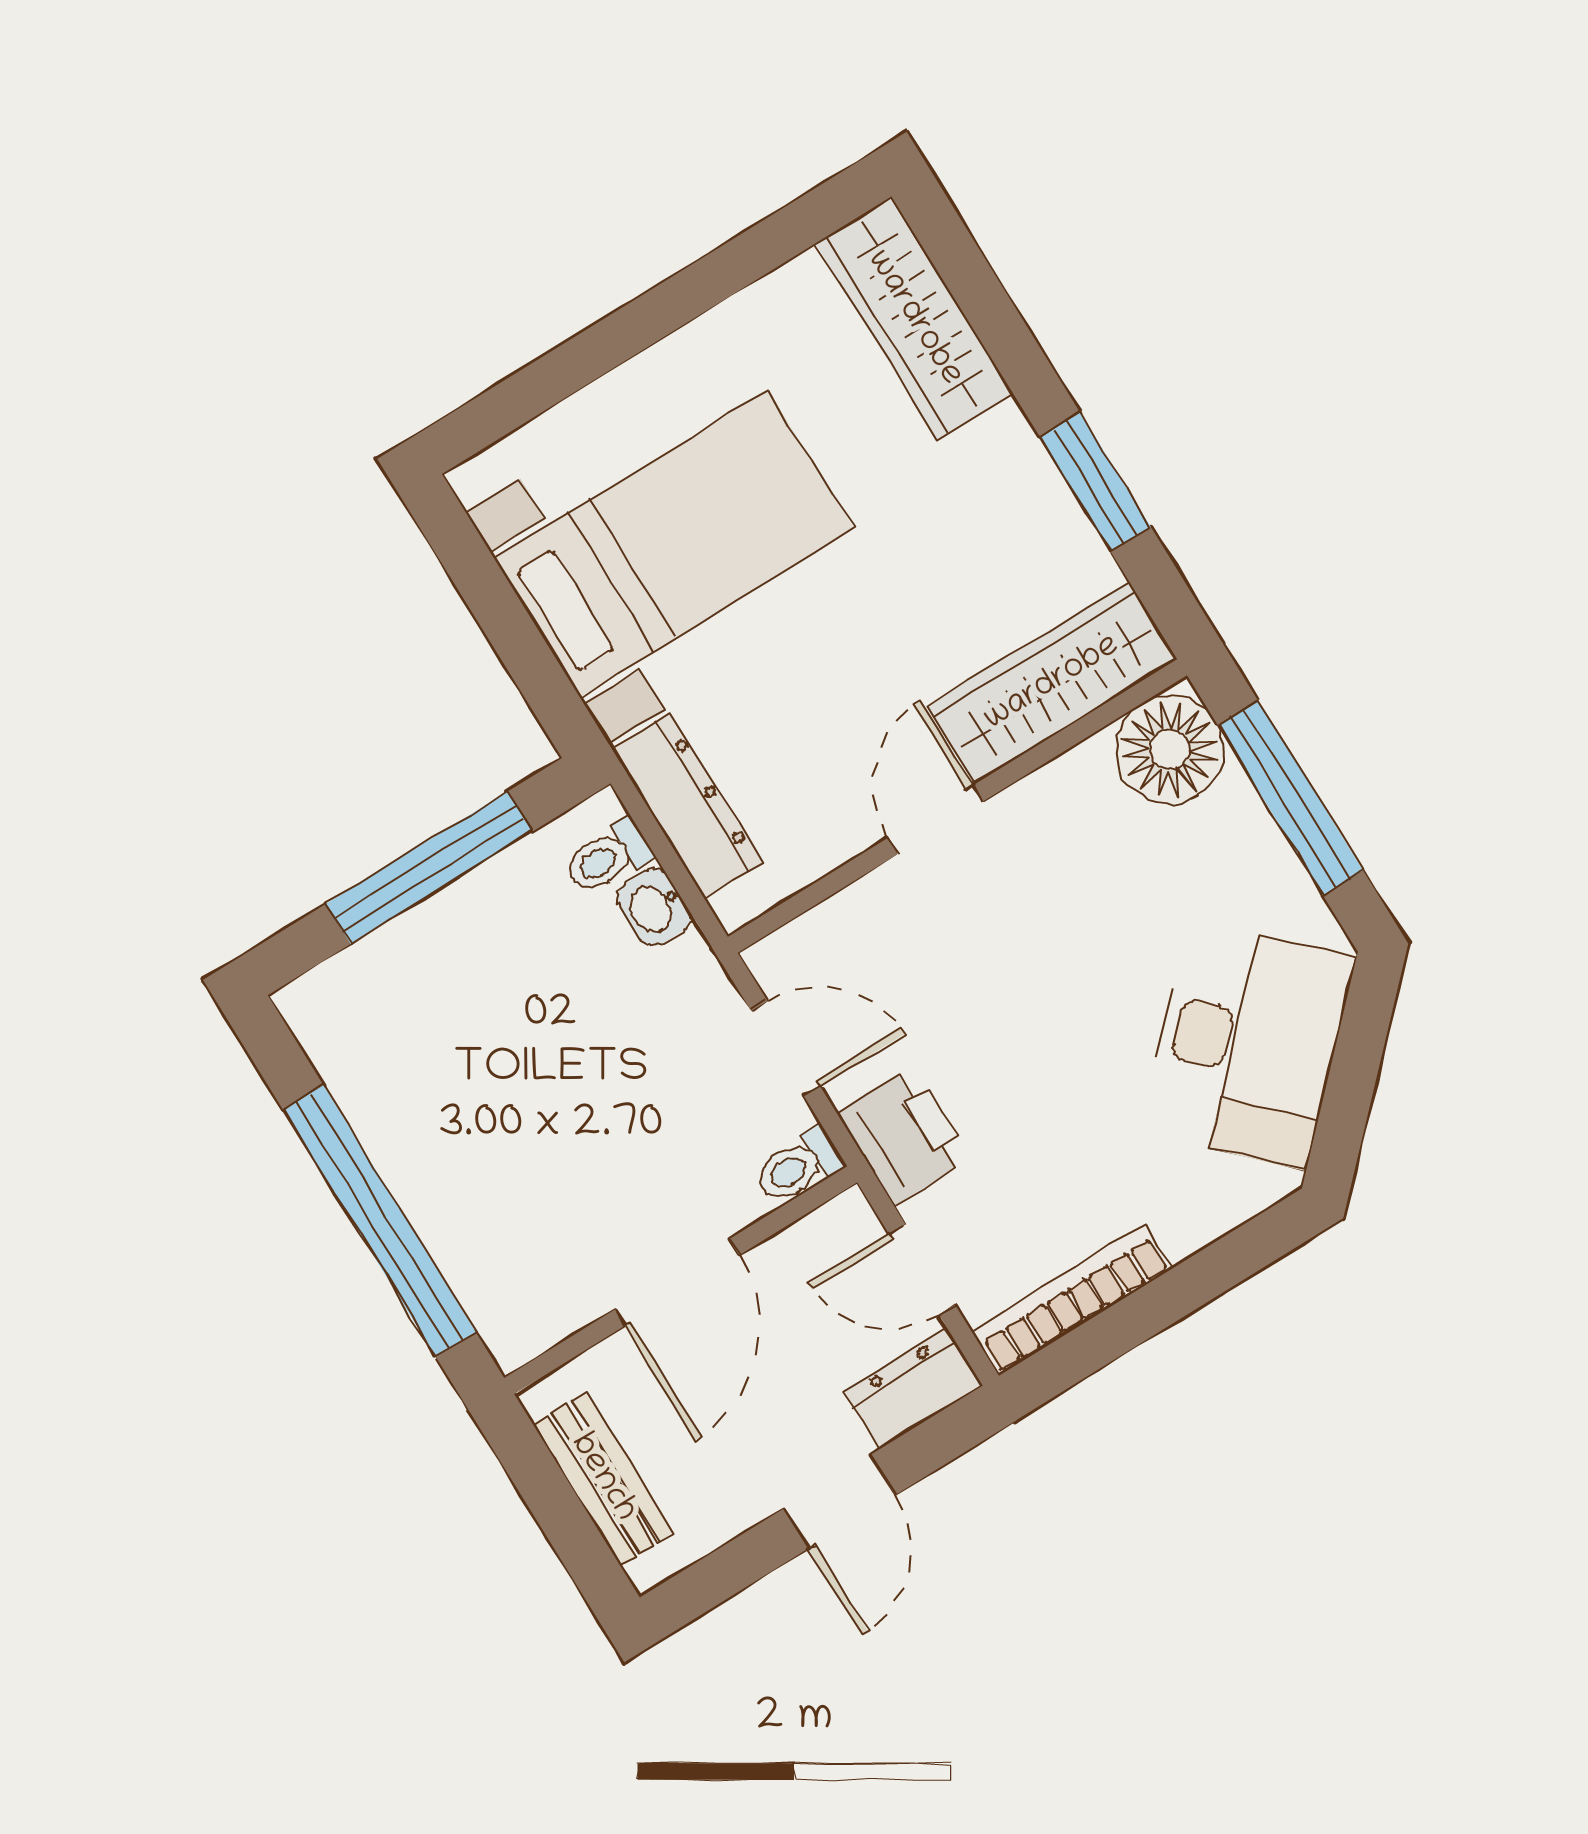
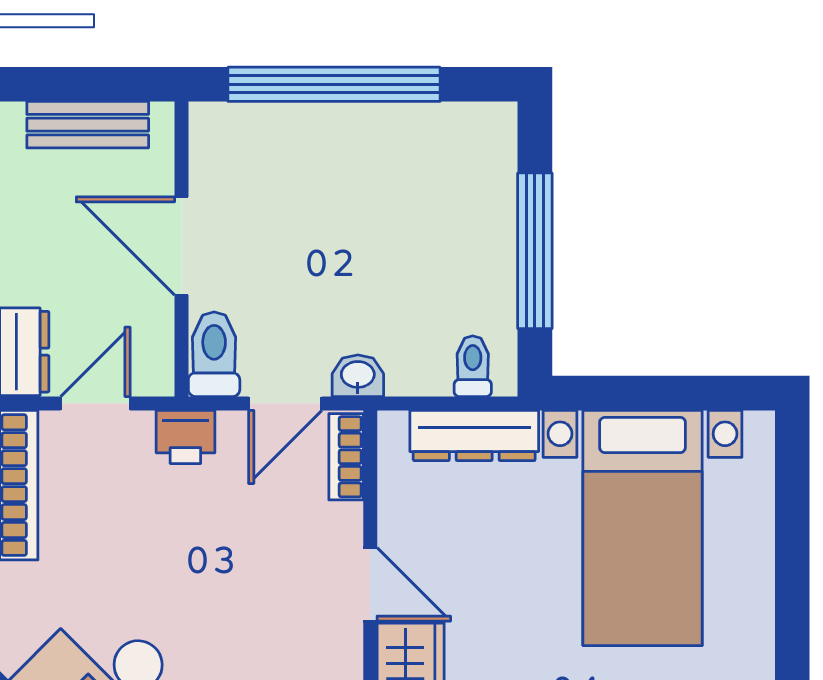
washbasin: (654, 907) -> (358, 376), moved
bookcase: (804, 940) -> (346, 457), added
printer: (904, 1136) -> (185, 437), width x0.73, depth x0.81
toilet: (798, 1166) -> (214, 354), width x1.37, depth x1.39

